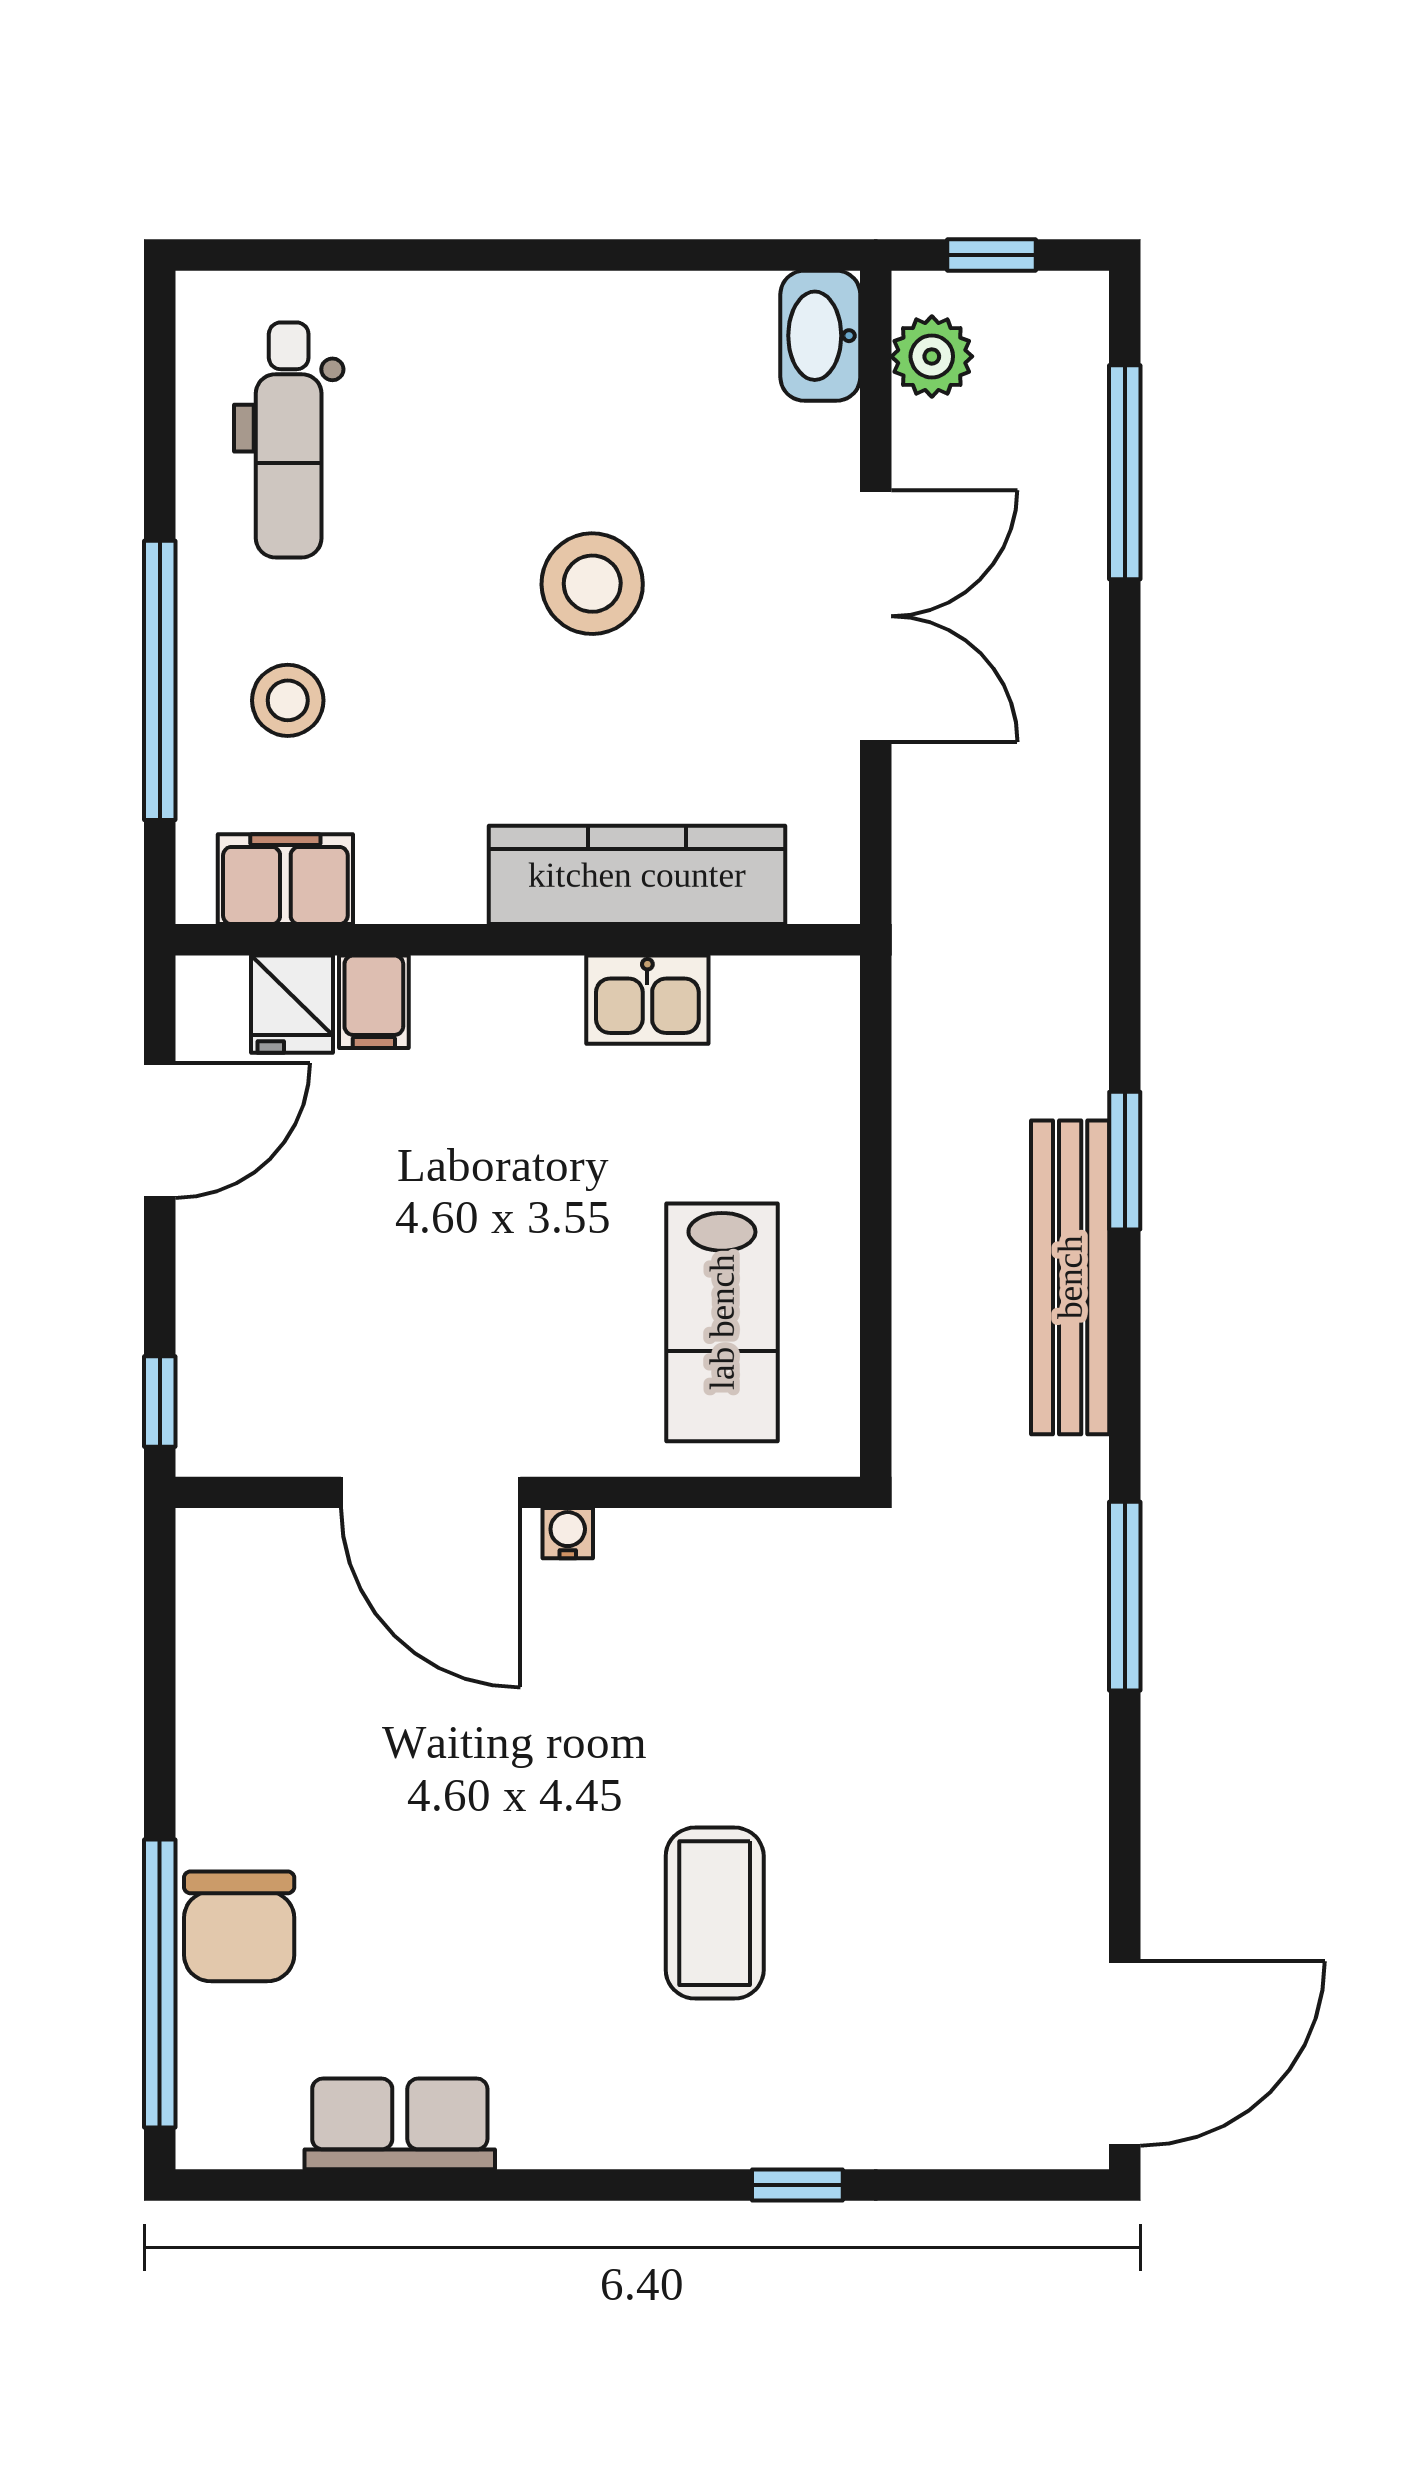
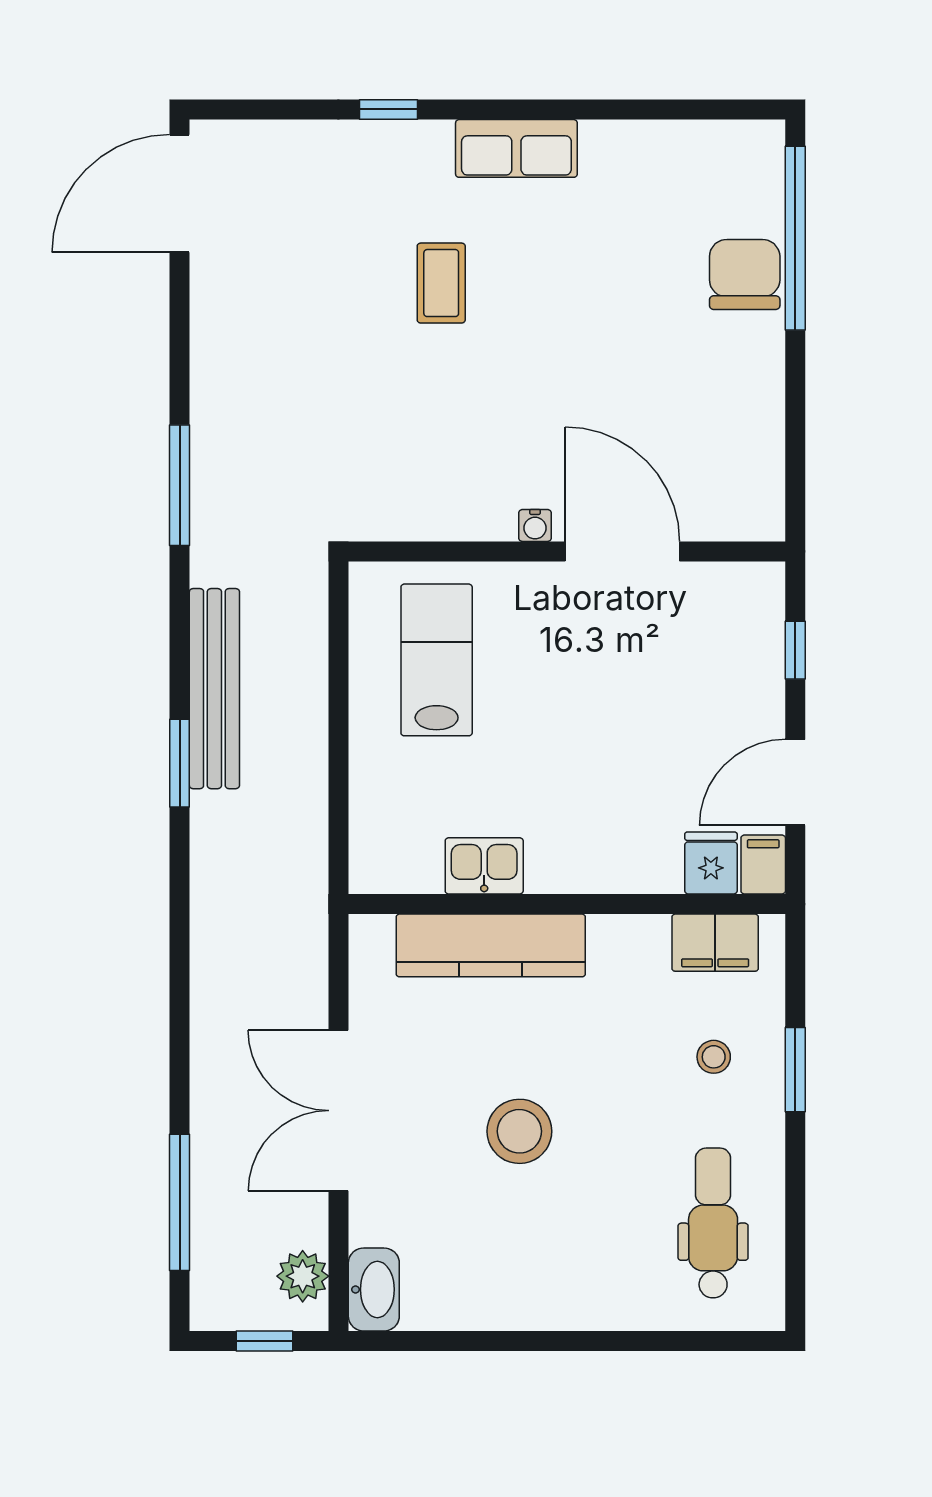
window: (160, 680) -> (795, 1070), width x0.47
stool: (288, 700) -> (714, 1057), width x0.73, depth x0.73
filing cabinet: (374, 1002) -> (763, 865), moved
window: (160, 1402) -> (795, 650), moved
coffee table: (715, 1913) -> (441, 283), width x0.73, depth x0.77
row of seats: (400, 2124) -> (516, 148), moved

